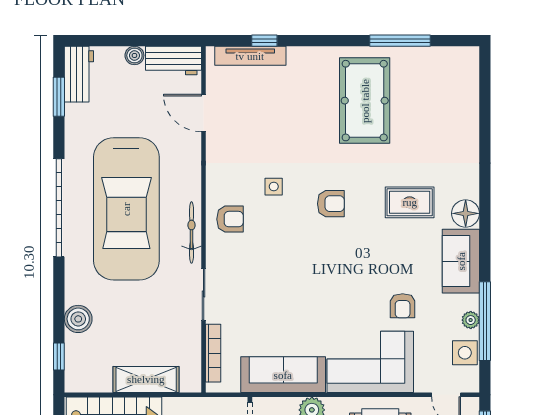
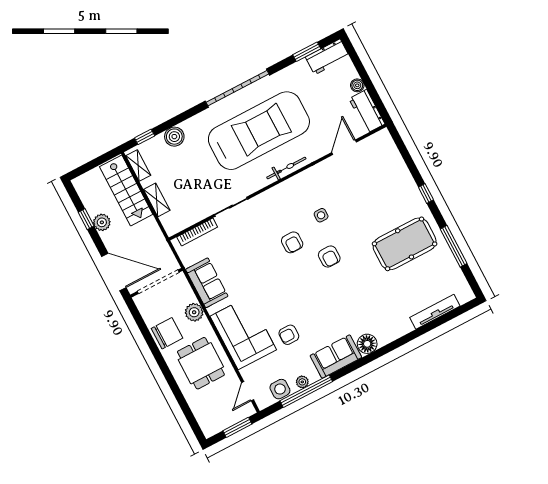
window: (264, 41) -> (426, 194), moved
tv unit: (250, 56) -> (435, 312), moved, turned 90
rug: (410, 202) -> (356, 305), removed
car: (126, 209) -> (259, 131), turned 180
armchair: (230, 219) -> (292, 242), moved
bicycle: (192, 232) -> (286, 168), moved
sofa: (283, 375) -> (207, 283), width x0.73
shelving: (146, 379) -> (157, 200), width x0.67, depth x0.75
shelving: (91, 383) -> (138, 166), added

